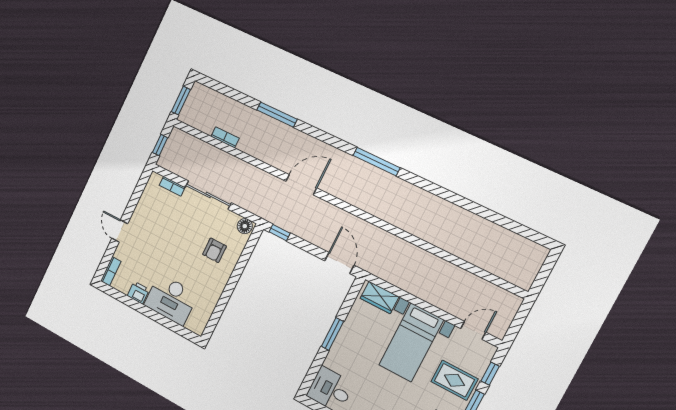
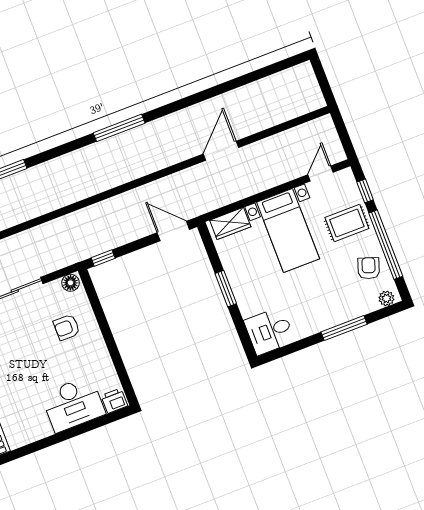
door: (301, 185) -> (221, 151), moved
armchair: (214, 250) -> (67, 327), turned 90
printer: (138, 293) -> (114, 401), moved

